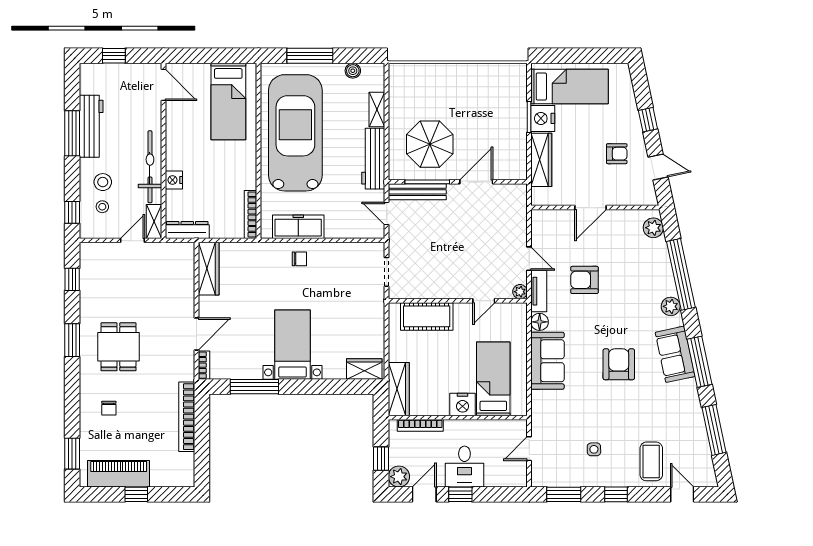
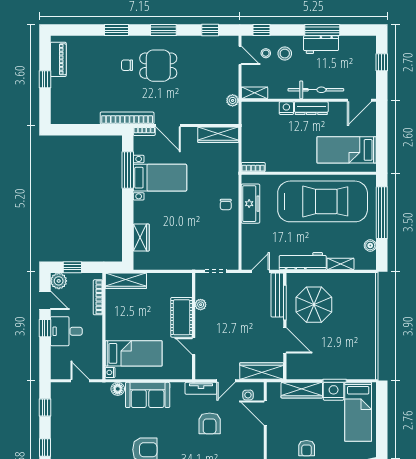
window: (310, 56) -> (382, 213), width x1.46
workbench: (91, 126) -> (321, 45), width x0.73
bicycle: (150, 167) -> (316, 90), moved
door: (590, 207) -> (265, 413), moved
wardrobe: (516, 212) -> (262, 371), added
bookcase: (251, 214) -> (253, 167), width x0.64
dresser: (187, 230) -> (311, 108), moved, turned 90
door: (133, 240) -> (240, 55), moved
plant: (164, 250) -> (233, 100), added
armchair: (584, 280) -> (210, 423), turned 180
plant: (520, 292) -> (201, 305), moved
cot: (427, 316) -> (182, 317), moved
floor lamp: (540, 322) -> (118, 389), moved
bed with nightstands: (293, 345) -> (160, 178), moved
wardrobe: (364, 369) -> (141, 238), moved
nightstand: (463, 404) -> (110, 372), moved, width x0.53, depth x0.56
chair: (109, 408) -> (127, 65), moved
bookcase: (187, 417) -> (127, 118), moved
side table: (594, 449) -> (248, 395), moved
window: (72, 454) -> (117, 30), moved
piano: (119, 474) -> (58, 59), width x0.73, depth x0.75
window: (564, 494) -> (45, 408), width x0.67

